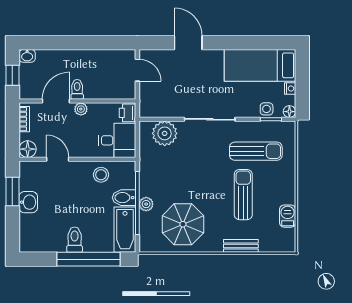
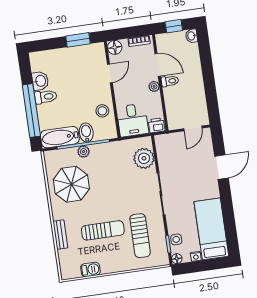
washbasin: (28, 202) -> (40, 81), moved, turned -90

